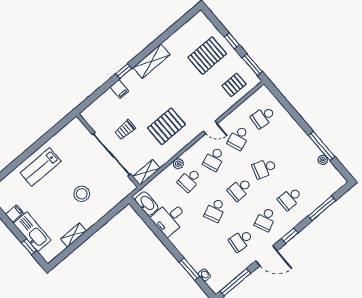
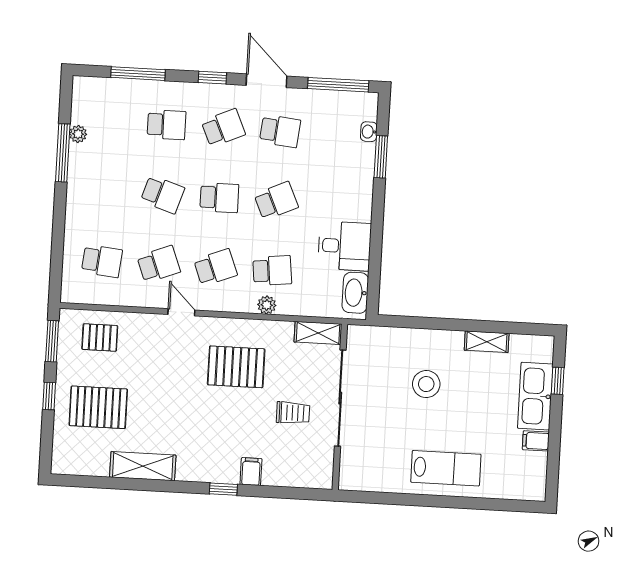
shelving: (152, 61) -> (143, 466), moved

